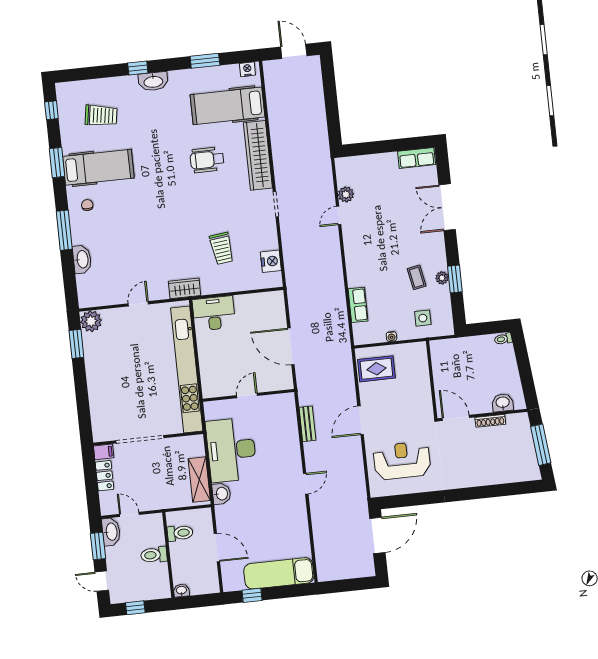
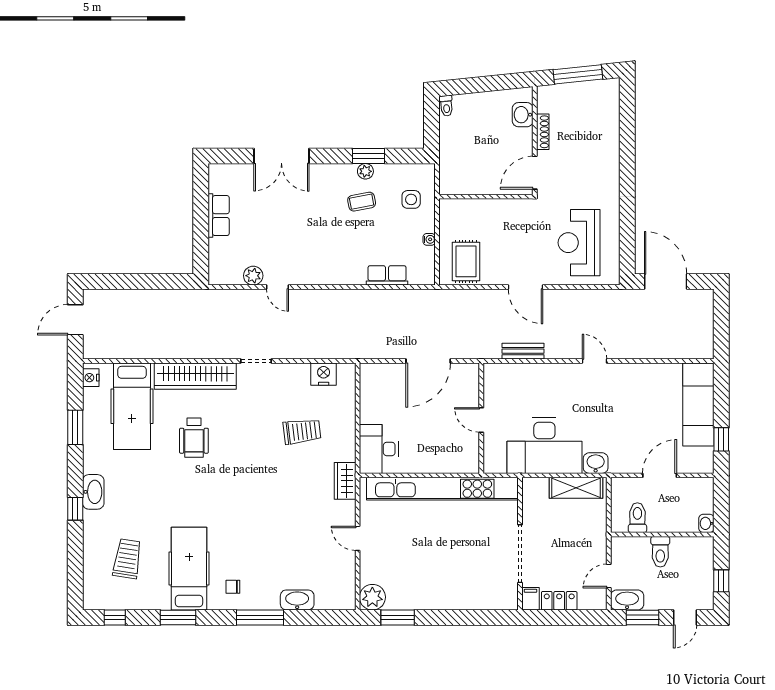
row of seats: (417, 158) -> (219, 216), moved

